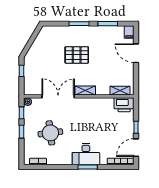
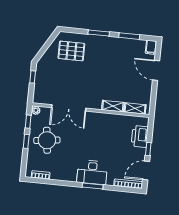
pallet: (77, 55) -> (71, 51), moved
shelving: (85, 91) -> (113, 106), moved
double door: (58, 96) -> (69, 108), swing flipped
printer: (124, 105) -> (140, 136), moved, turned 90
round table: (50, 133) -> (47, 140), moved

